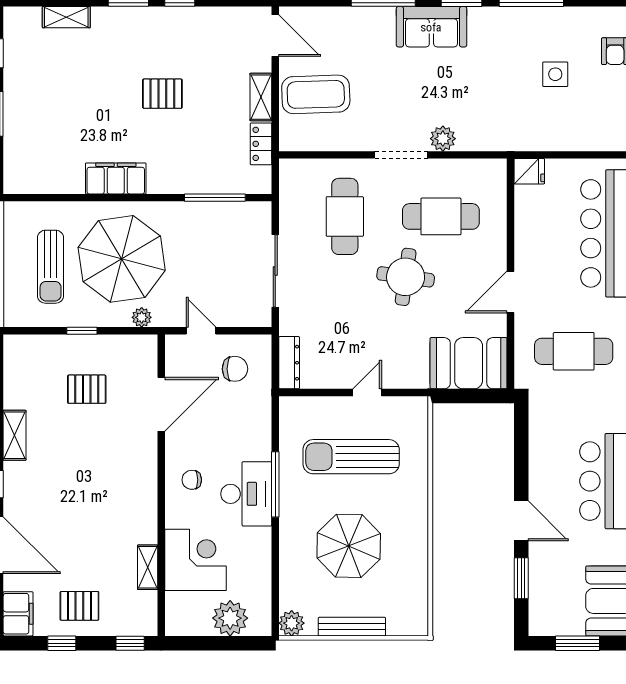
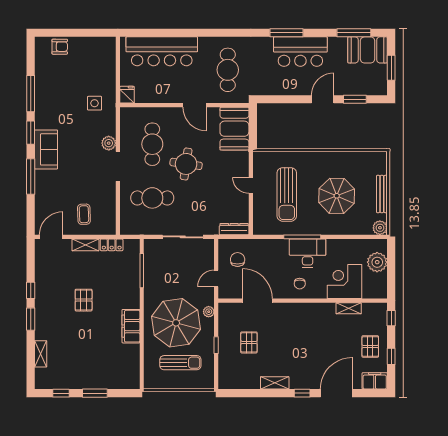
side table: (555, 74) -> (95, 103), moved
coffee table: (316, 94) -> (84, 214), width x0.54, depth x0.58

